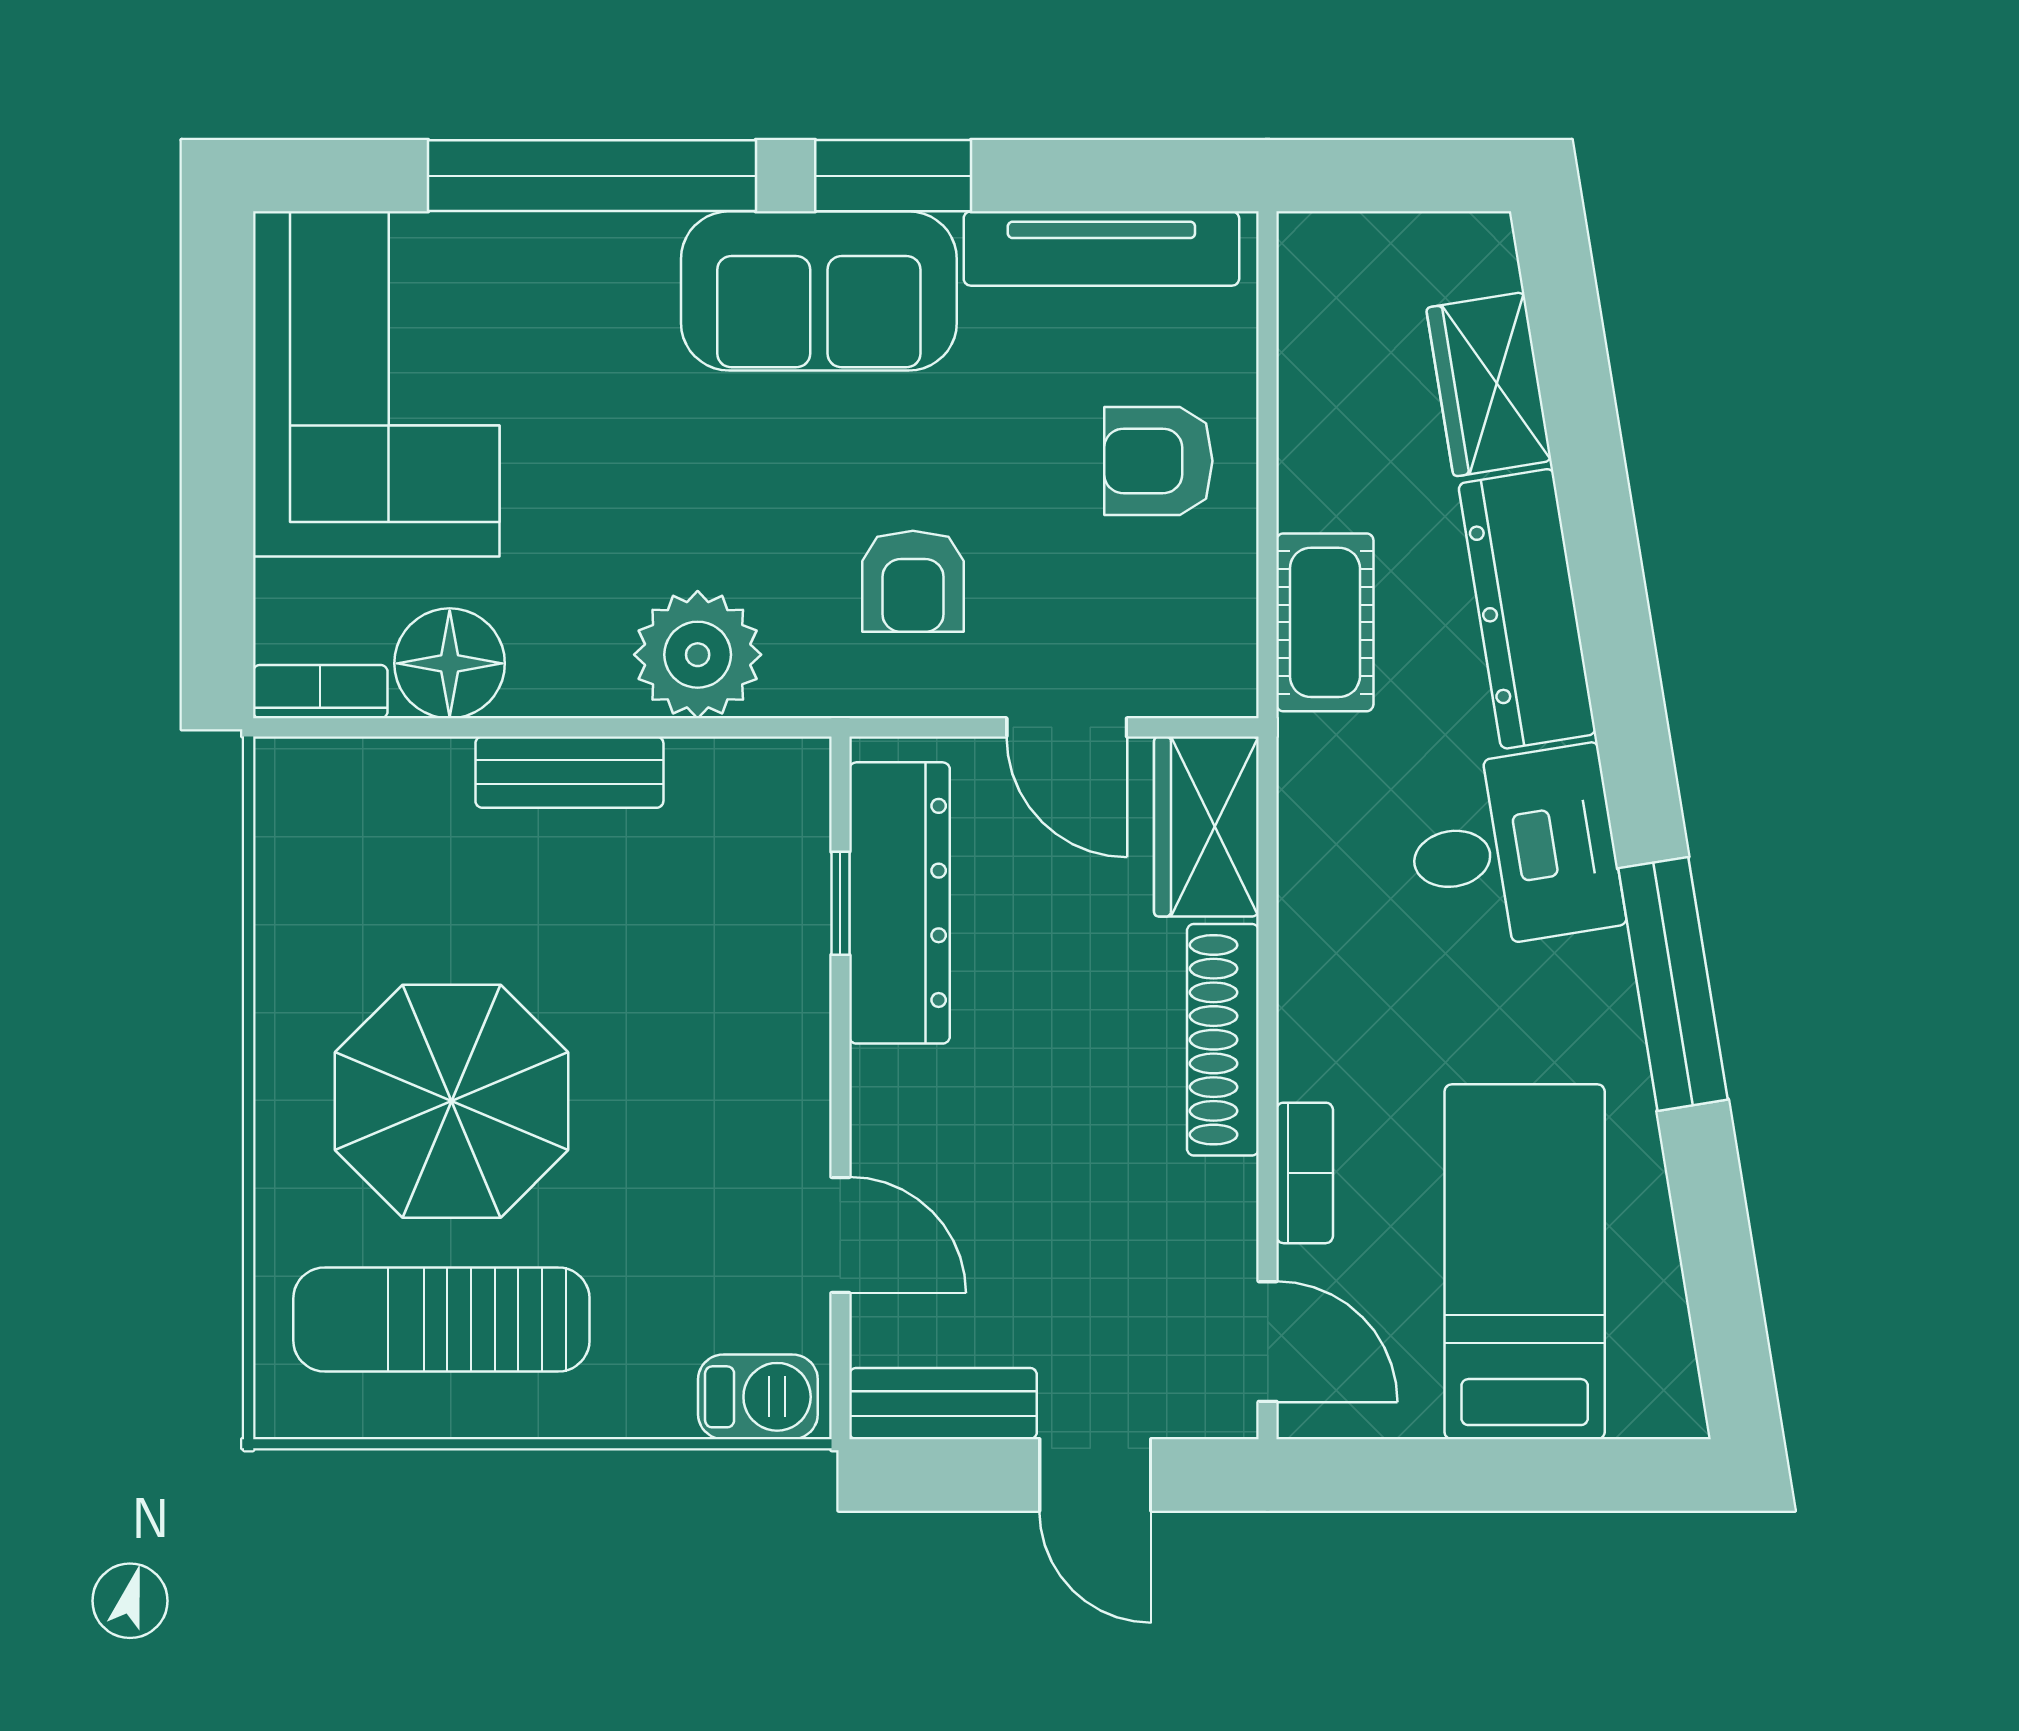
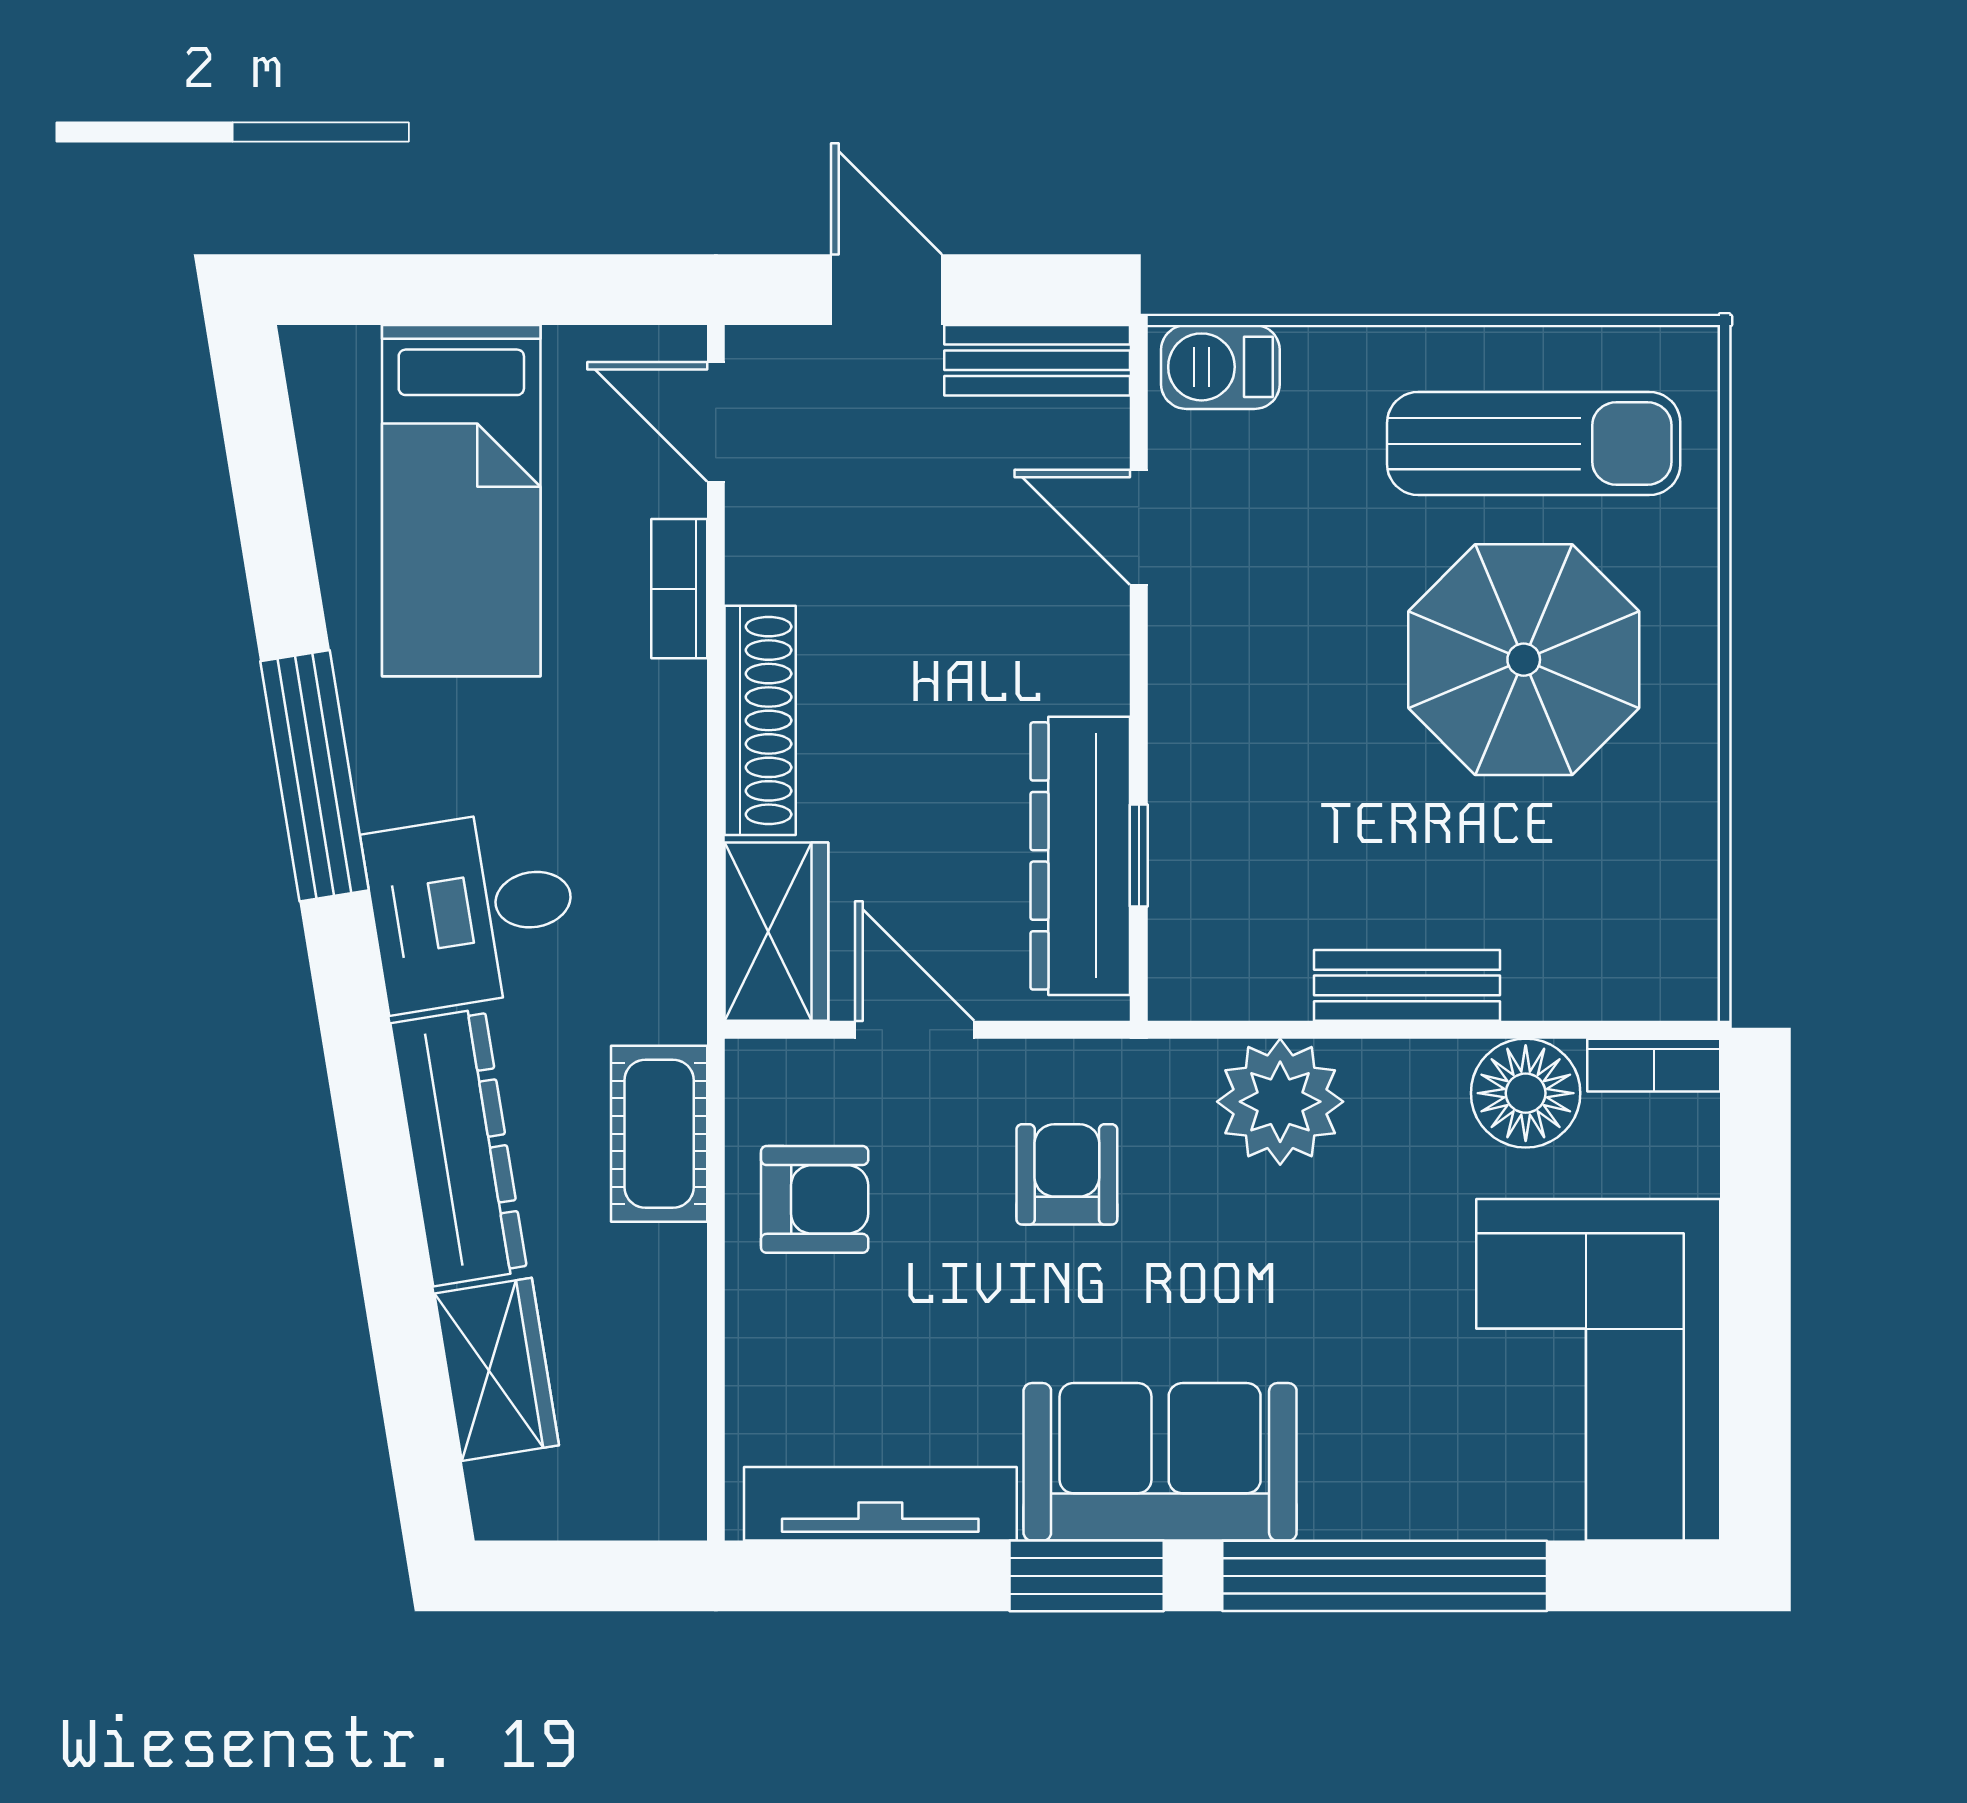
armchair: (1158, 461) -> (815, 1199), moved

